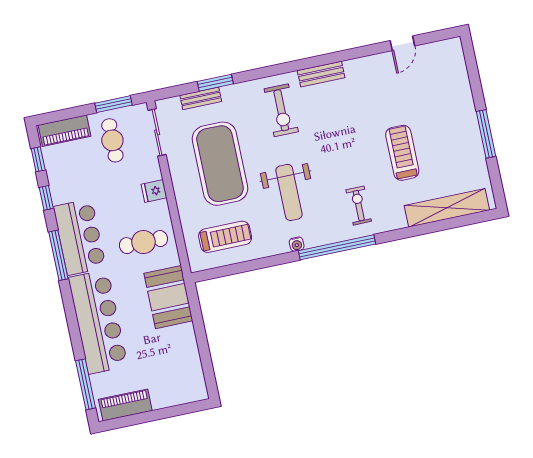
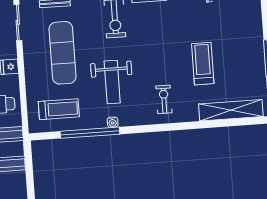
exercise mat: (220, 164) -> (63, 53), width x0.68
window: (337, 247) -> (90, 133), moved

